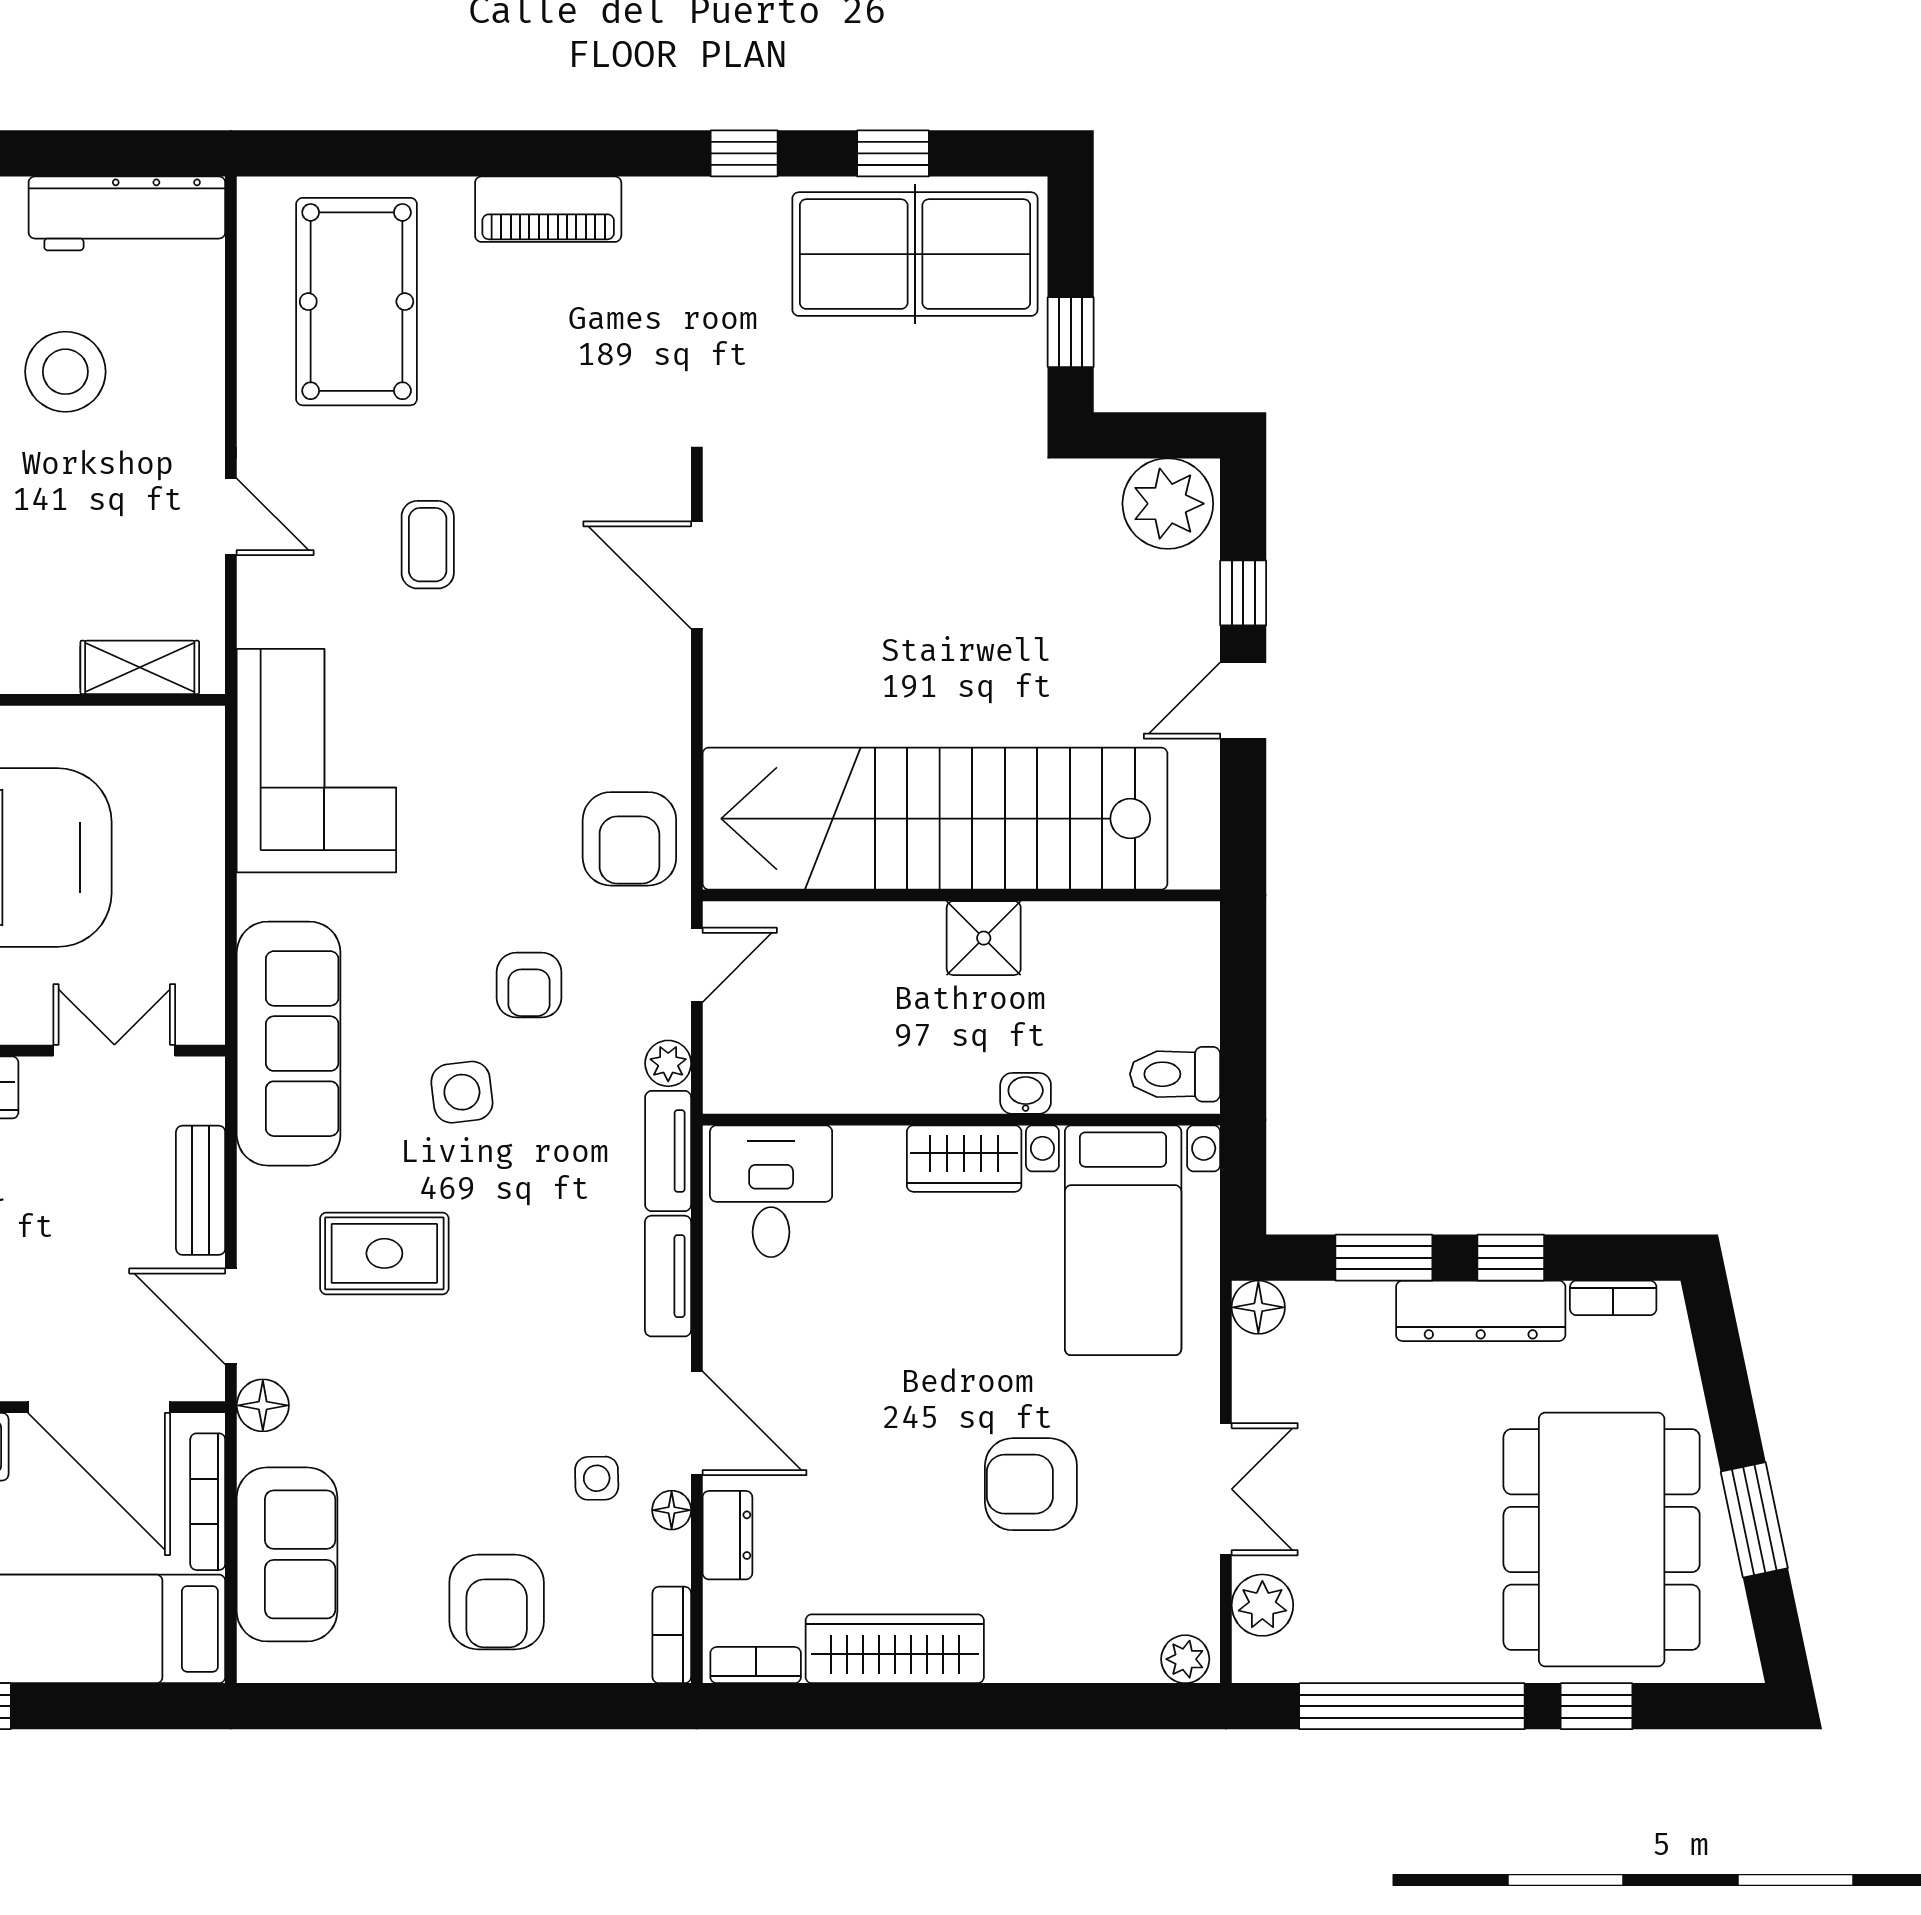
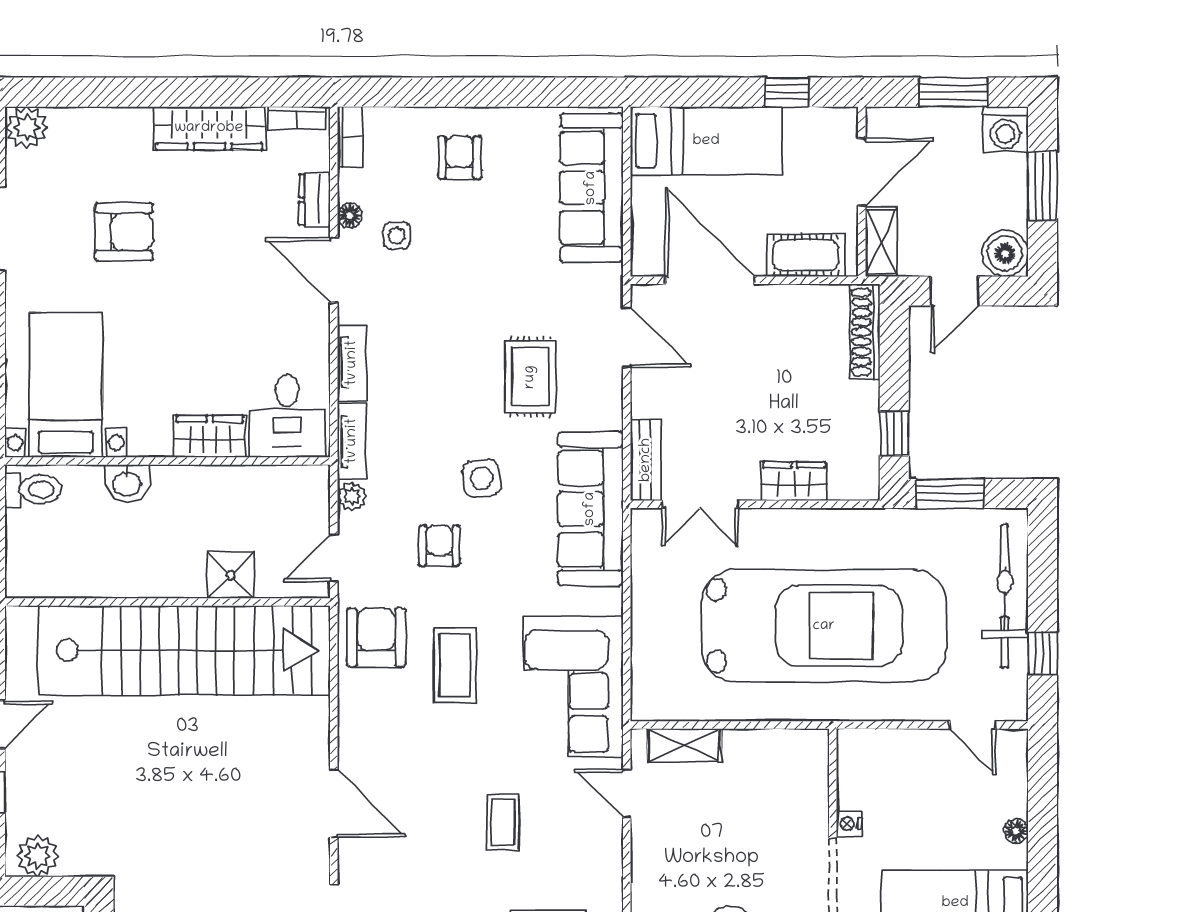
plant: (1168, 504) -> (38, 856), width x0.73, depth x0.73
door: (231, 517) -> (627, 793), moved
coffee table: (504, 794) -> (455, 665), added
shower: (984, 938) -> (231, 575), moved
washbasin: (1026, 1093) -> (127, 483), width x1.38, depth x1.45
wardrobe: (964, 1159) -> (210, 436), moved
bench: (201, 1190) -> (646, 460), moved
rug: (384, 1253) -> (530, 377), turned 90
floor lamp: (263, 1405) -> (607, 281), removed
bookcase: (208, 1502) -> (641, 221), removed
sofa: (287, 1554) -> (591, 188), width x1.36
armchair: (497, 1602) -> (460, 158), width x0.72, depth x0.72
plant: (1185, 1659) -> (27, 127), width x1.38, depth x1.38

